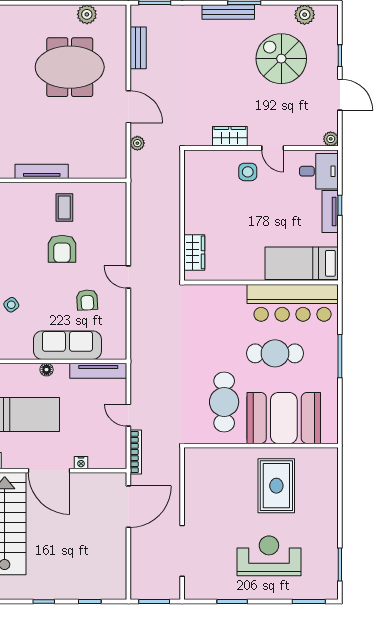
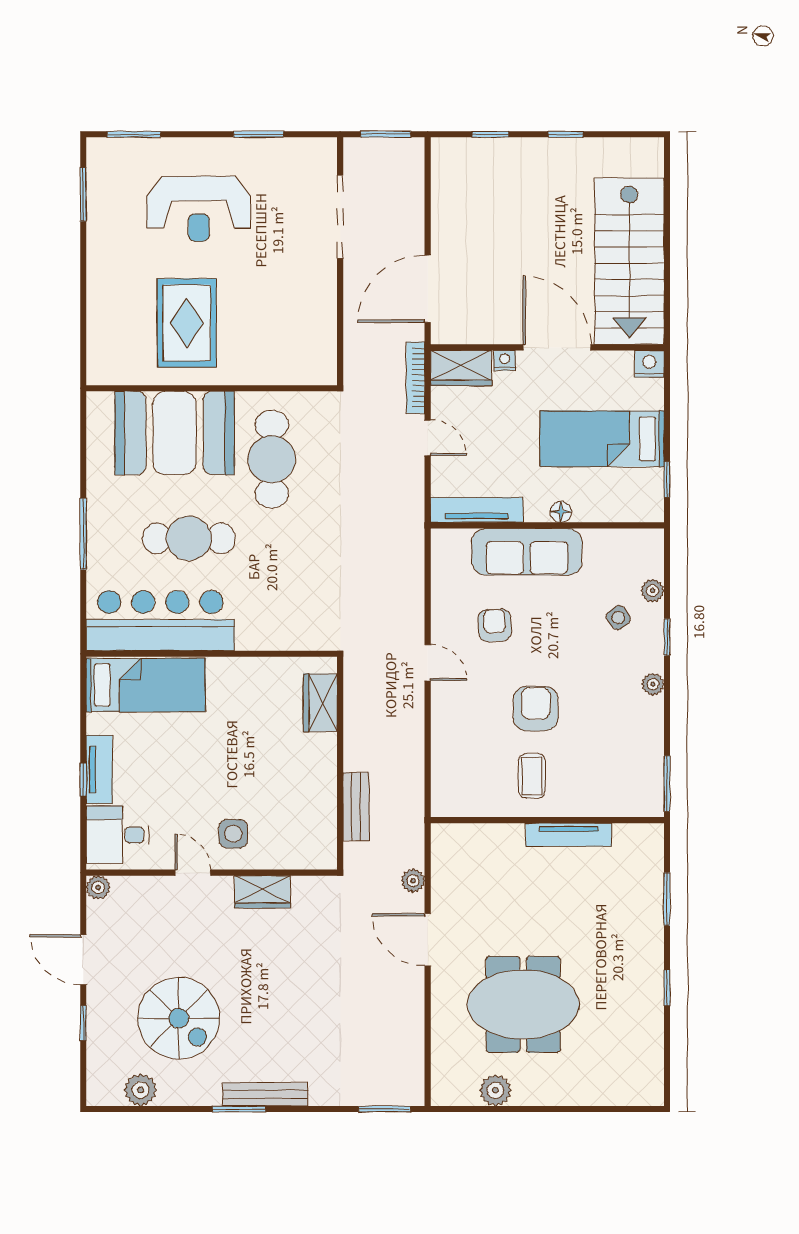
bench: (138, 48) -> (356, 806), moved
wardrobe: (108, 458) -> (461, 368), added

